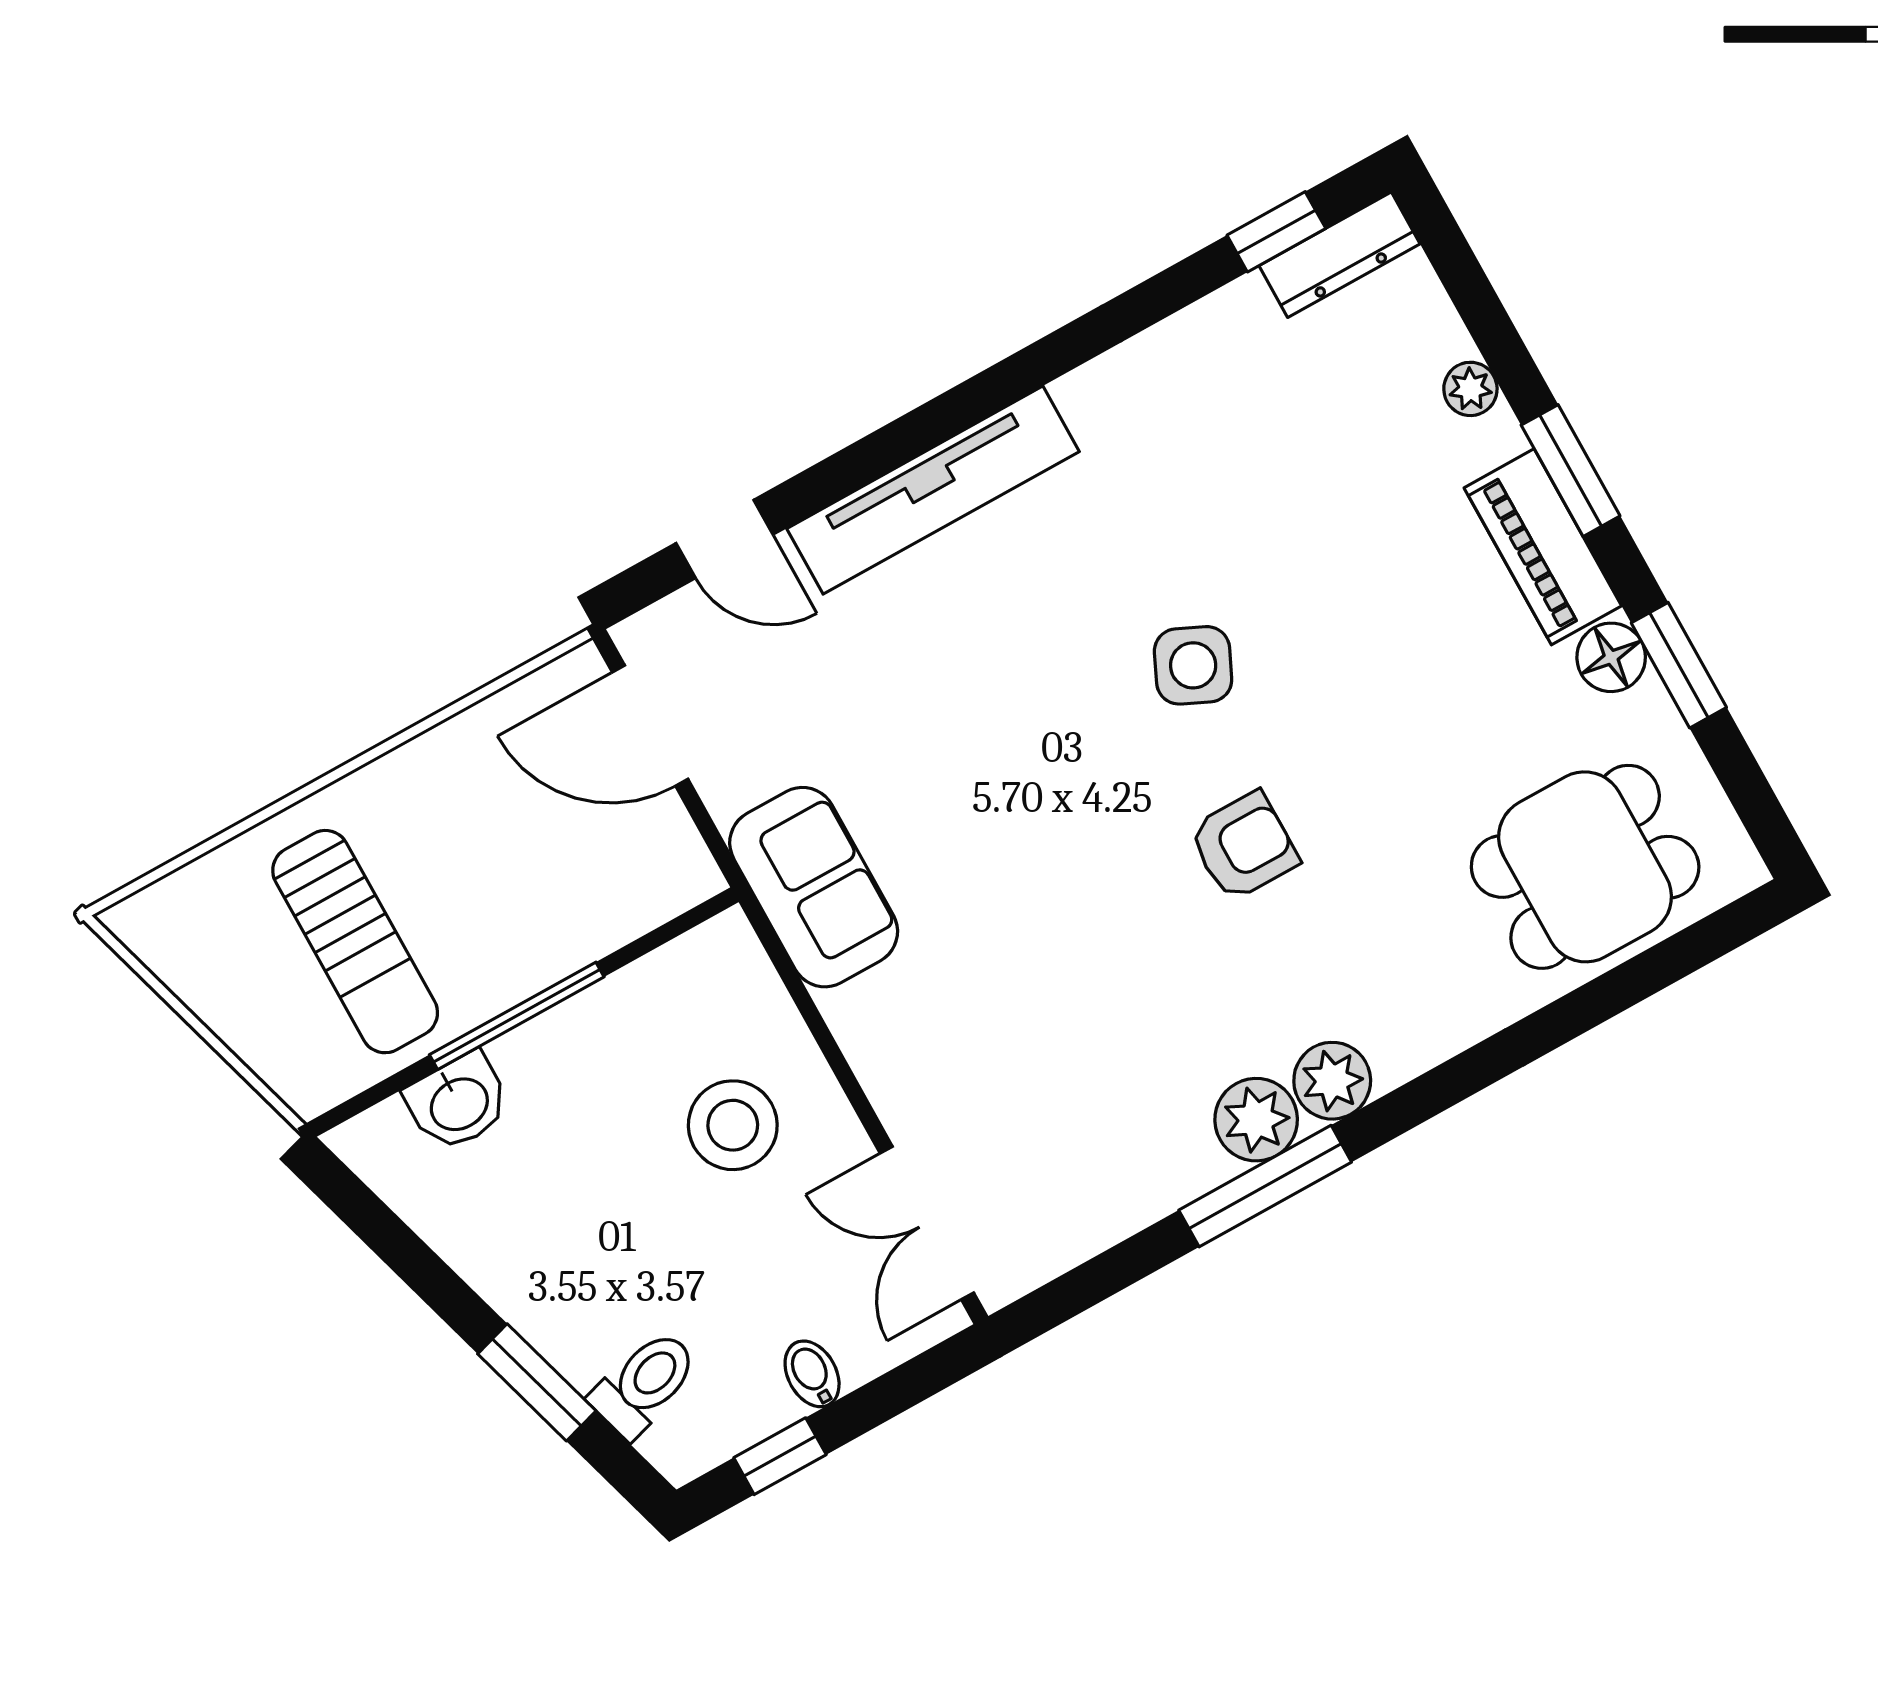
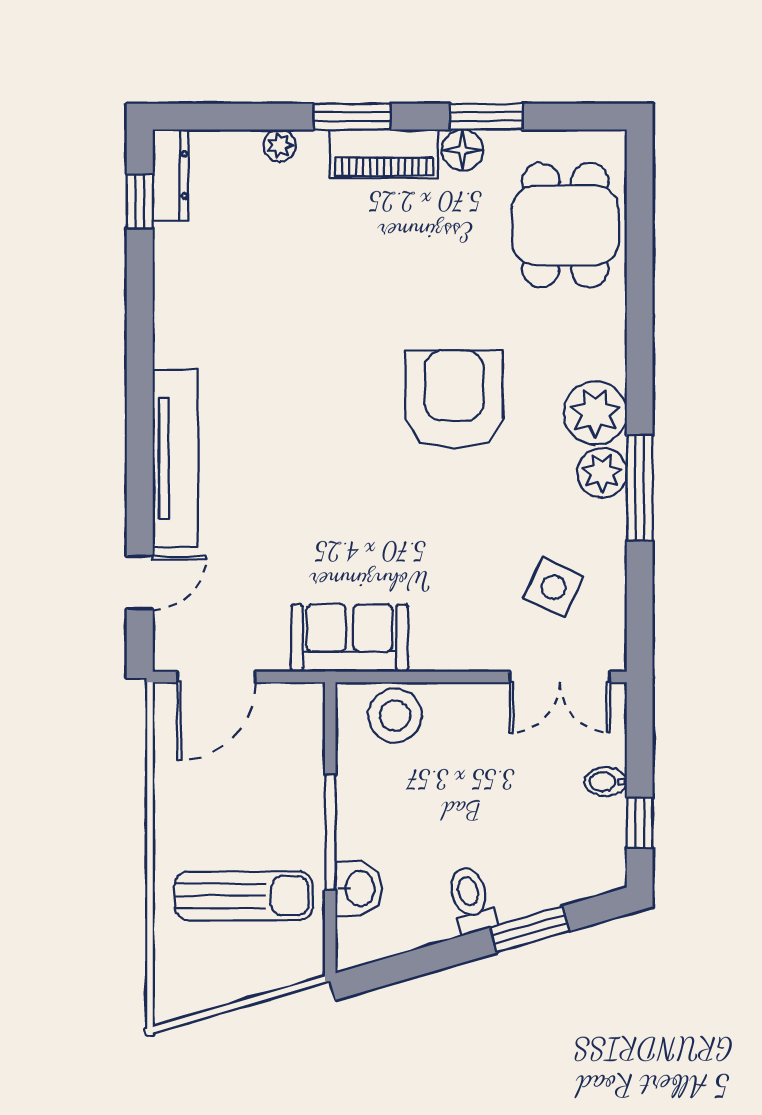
side table: (1193, 665) -> (553, 587), moved
armchair: (1244, 846) -> (454, 399), width x1.88, depth x1.88
plant: (1332, 1081) -> (595, 413), width x1.36, depth x1.36
stool: (733, 1125) -> (395, 716), moved
toilet: (644, 1384) -> (471, 900), moved

